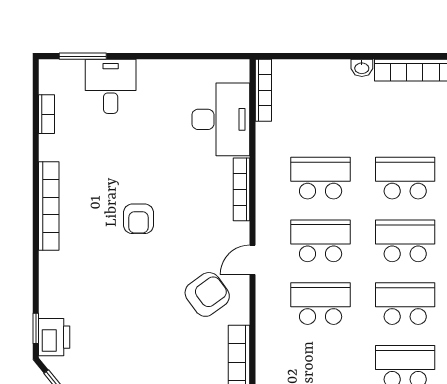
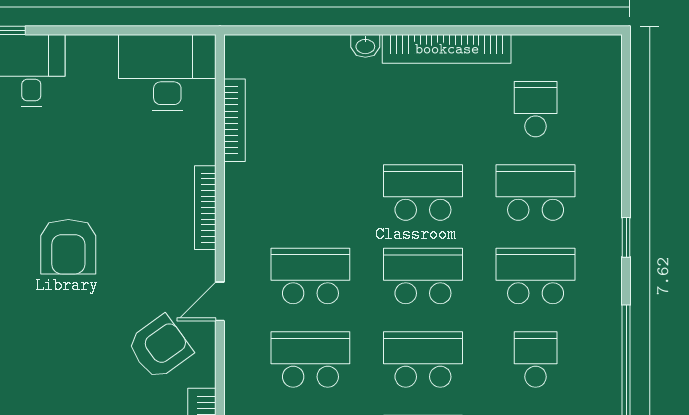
bookcase: (263, 90) -> (234, 120), moved
desk: (221, 119) -> (167, 73), moved, turned -90
school desk: (321, 178) -> (310, 193), removed
armchair: (138, 219) -> (68, 247), width x1.38, depth x1.38

